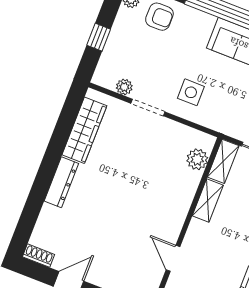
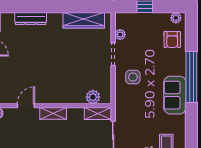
dresser: (61, 182) -> (31, 18), moved
shelving: (208, 200) -> (53, 113), moved

